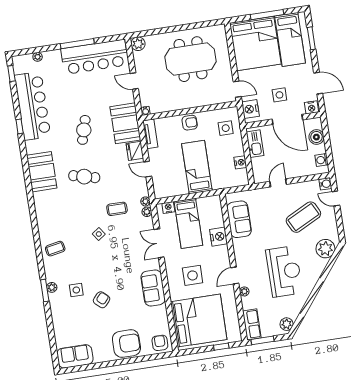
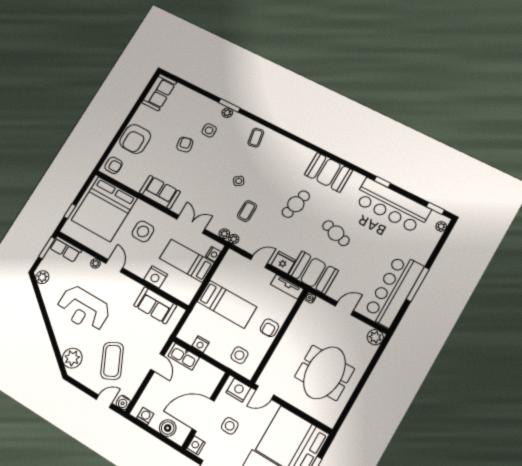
plant: (38, 57) -> (441, 226), moved
kitchen sink: (255, 144) -> (184, 357), moved
armchair: (102, 300) -> (185, 145), turned -144

